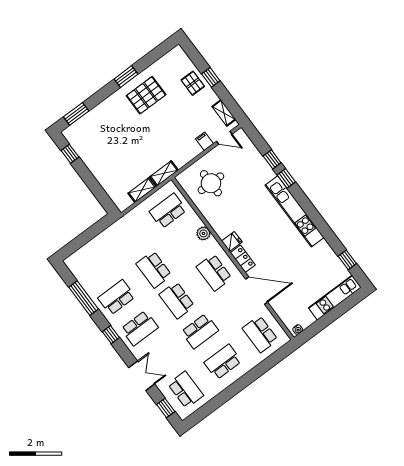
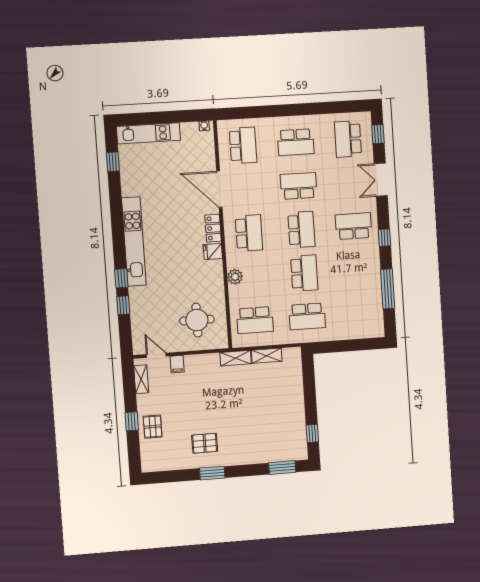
pallet: (146, 95) -> (205, 443), width x0.67, depth x0.71
school desk: (117, 297) -> (307, 316), moved

